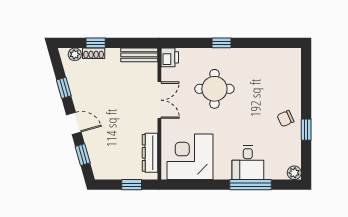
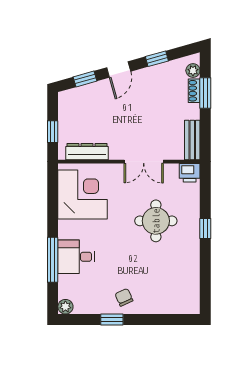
window: (96, 43) -> (205, 93), width x1.50

